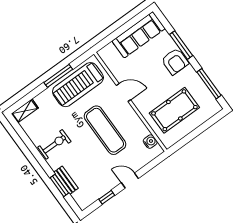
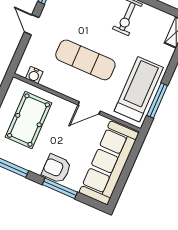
sofa: (139, 35) -> (109, 163), width x1.36, depth x1.27
window: (58, 76) -> (157, 100), moved
door: (130, 180) -> (32, 25), swing flipped

